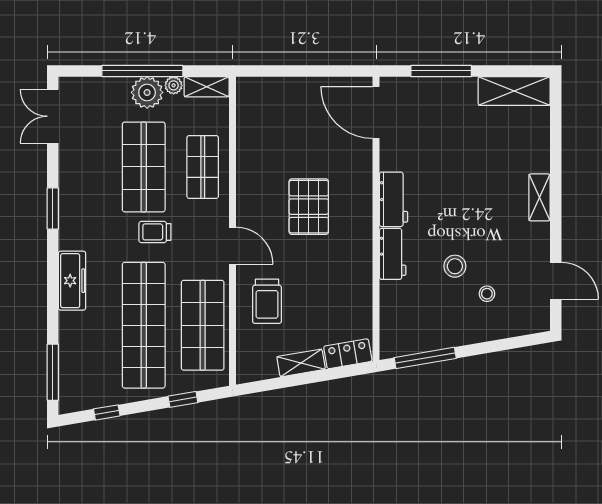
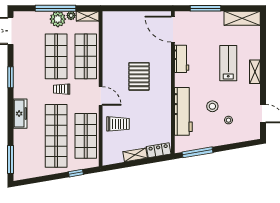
shop shelf: (203, 167) -> (86, 56), width x1.43, depth x1.36
lab bench: (486, 180) -> (228, 63), added
workbench: (394, 199) -> (182, 59), moved
workbench: (393, 254) -> (183, 111), width x1.88, depth x1.32
trolley: (267, 301) -> (118, 124), turned -90
window: (107, 412) -> (38, 180), removed

